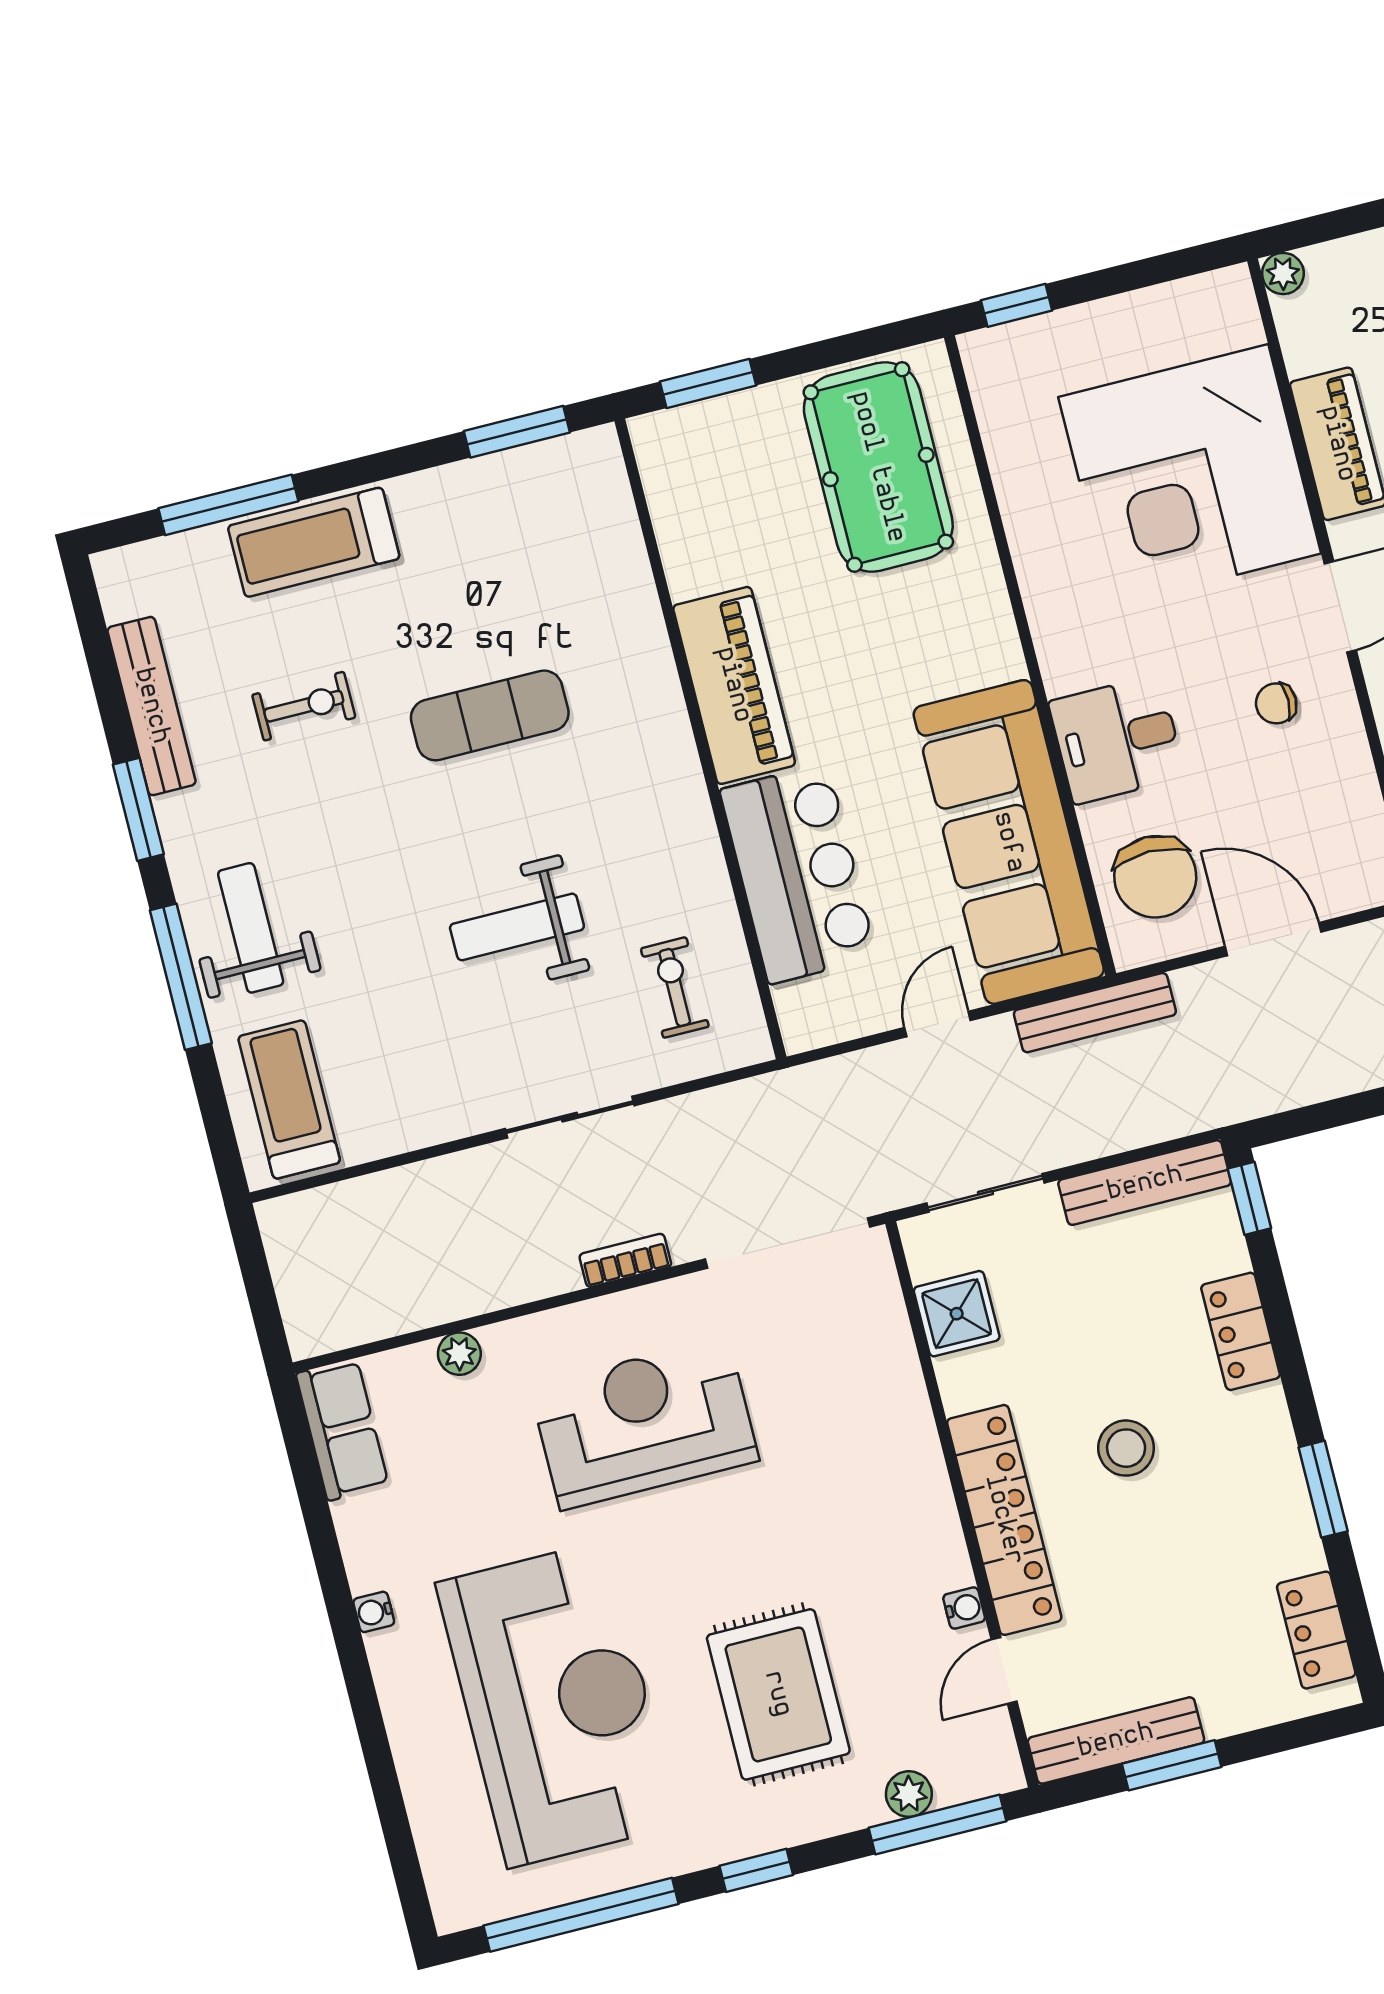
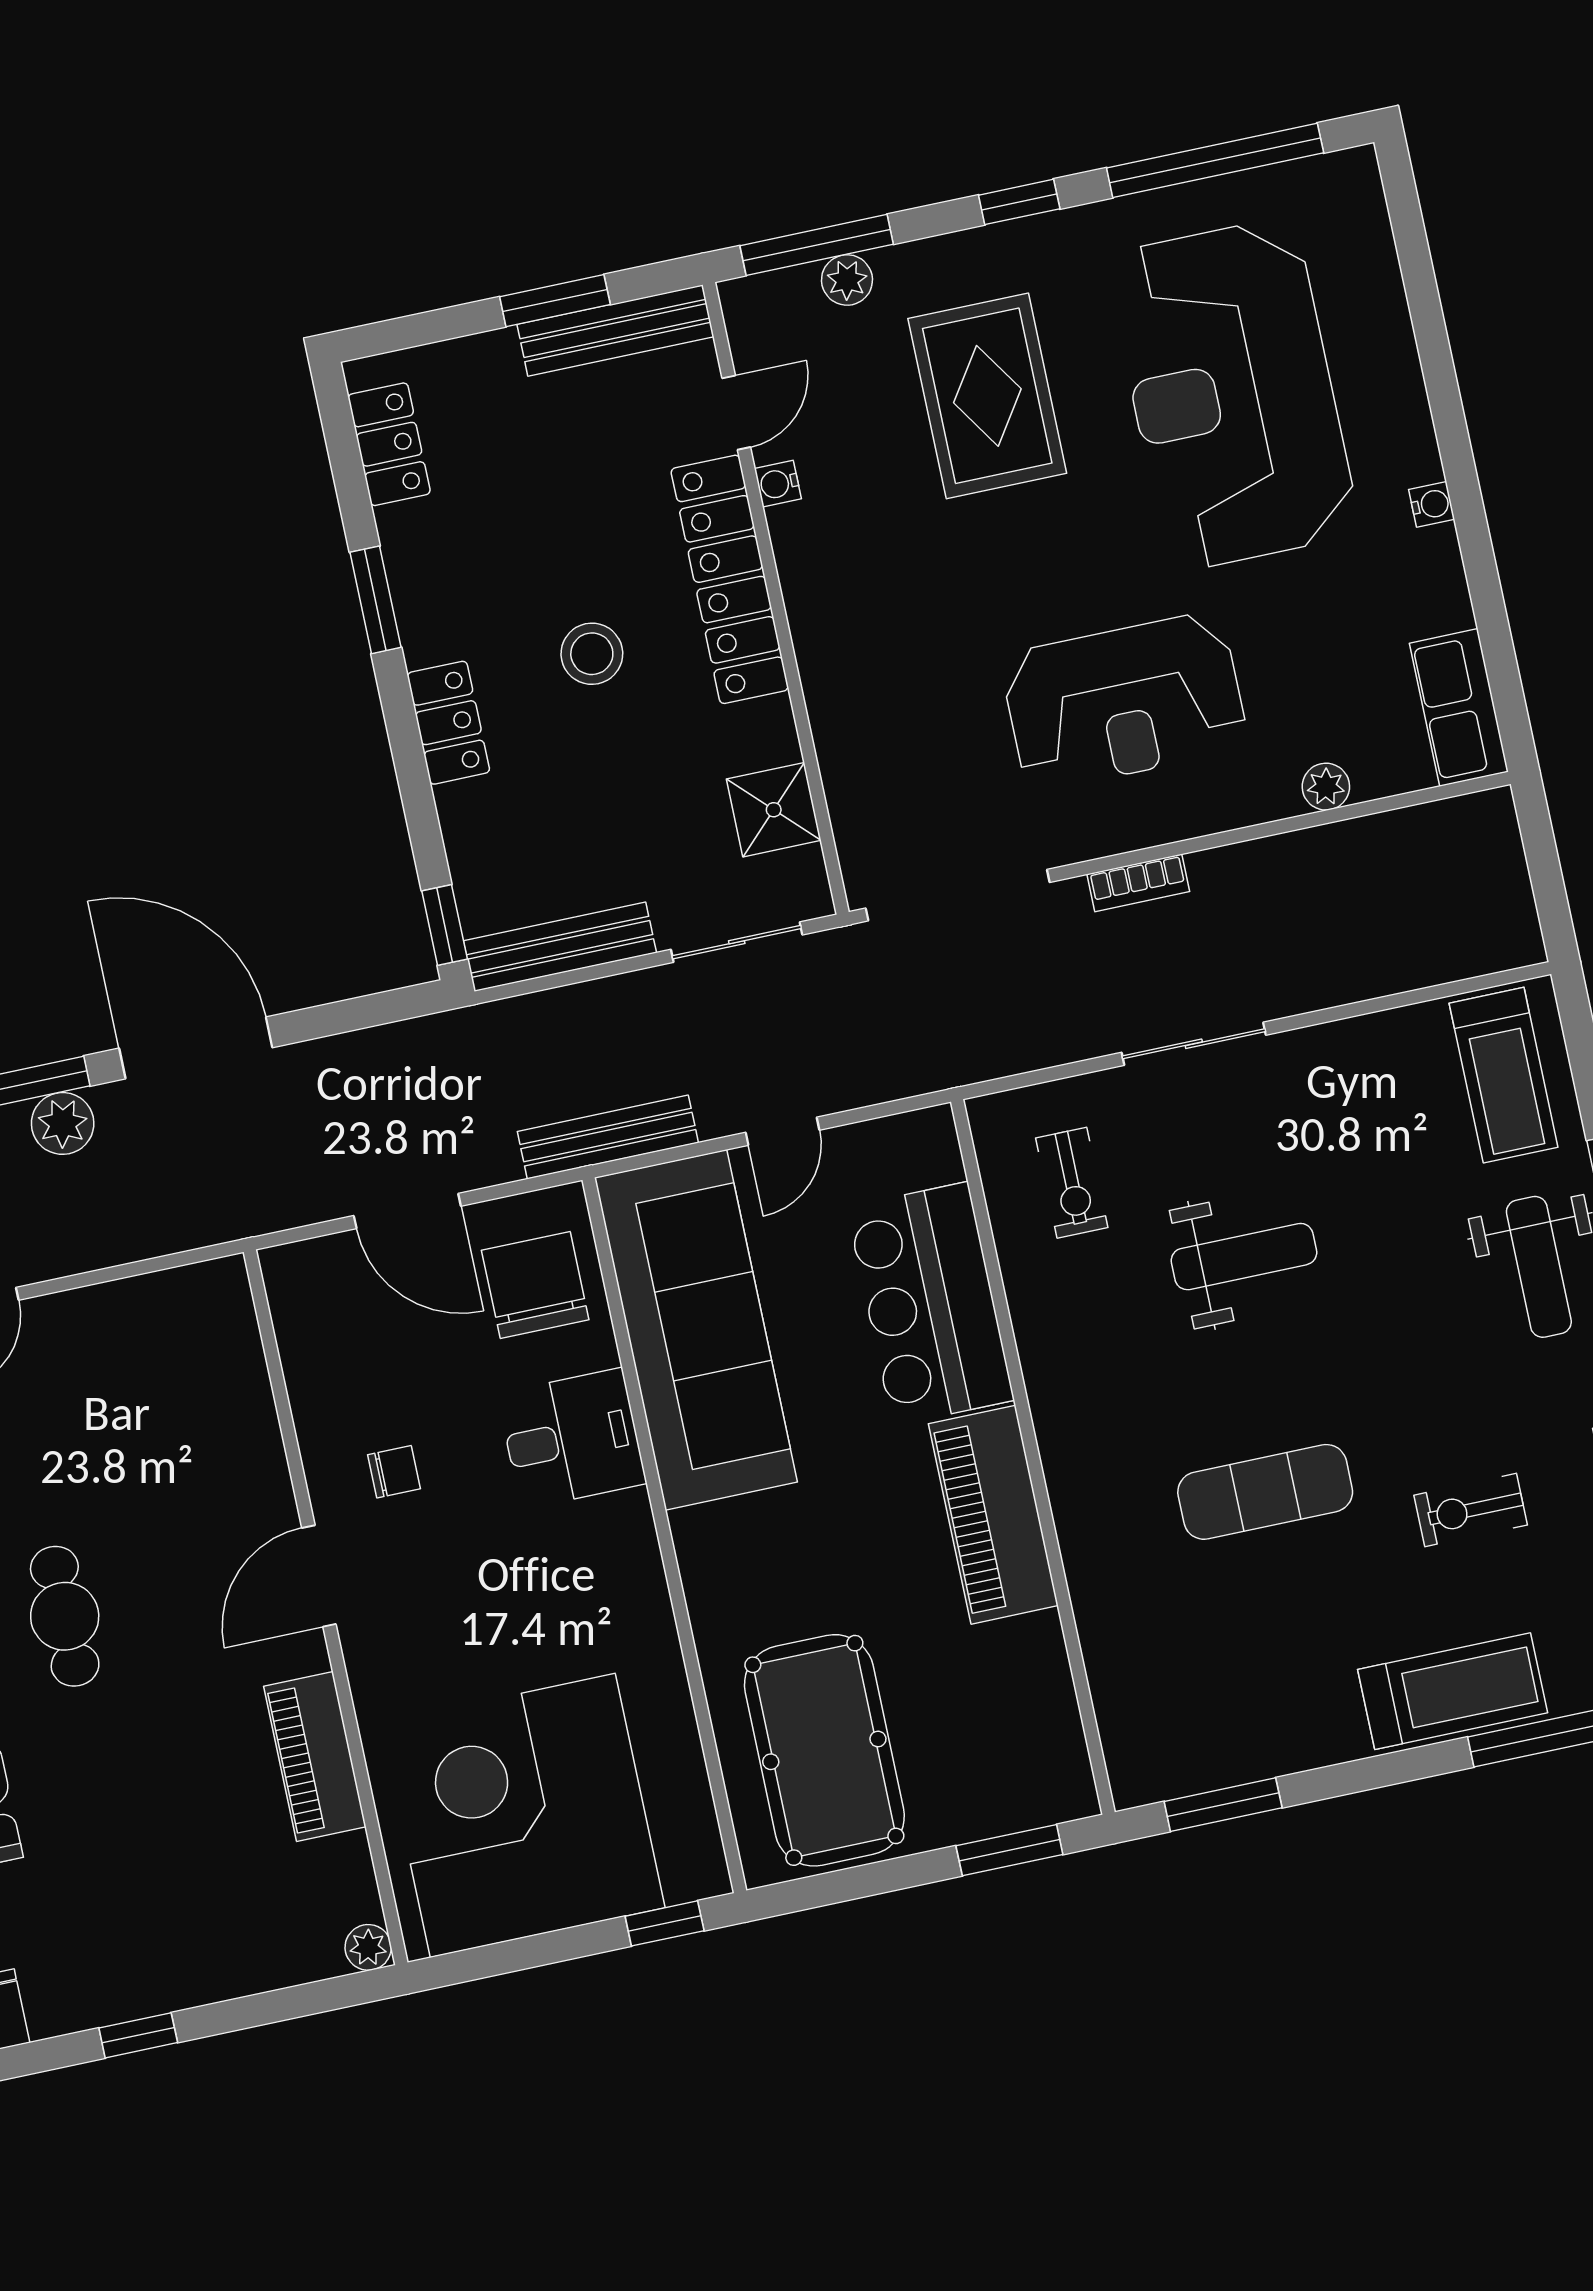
corner desk: (1190, 475) -> (523, 1815), moved, turned -90
locker: (1241, 1331) -> (448, 723), moved

